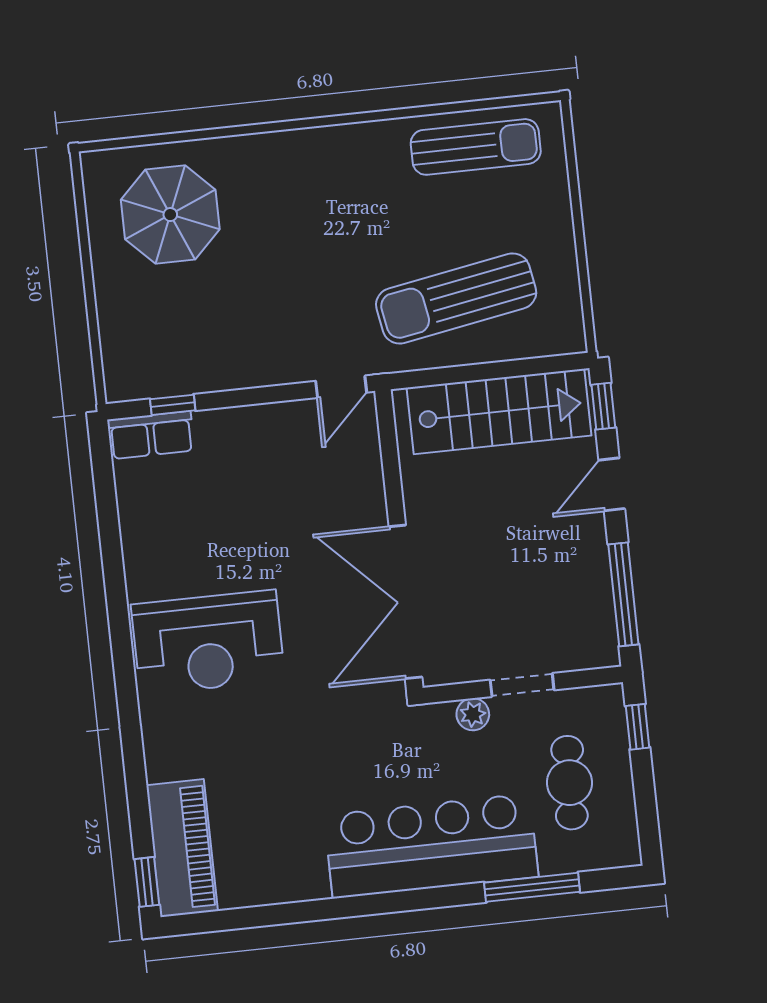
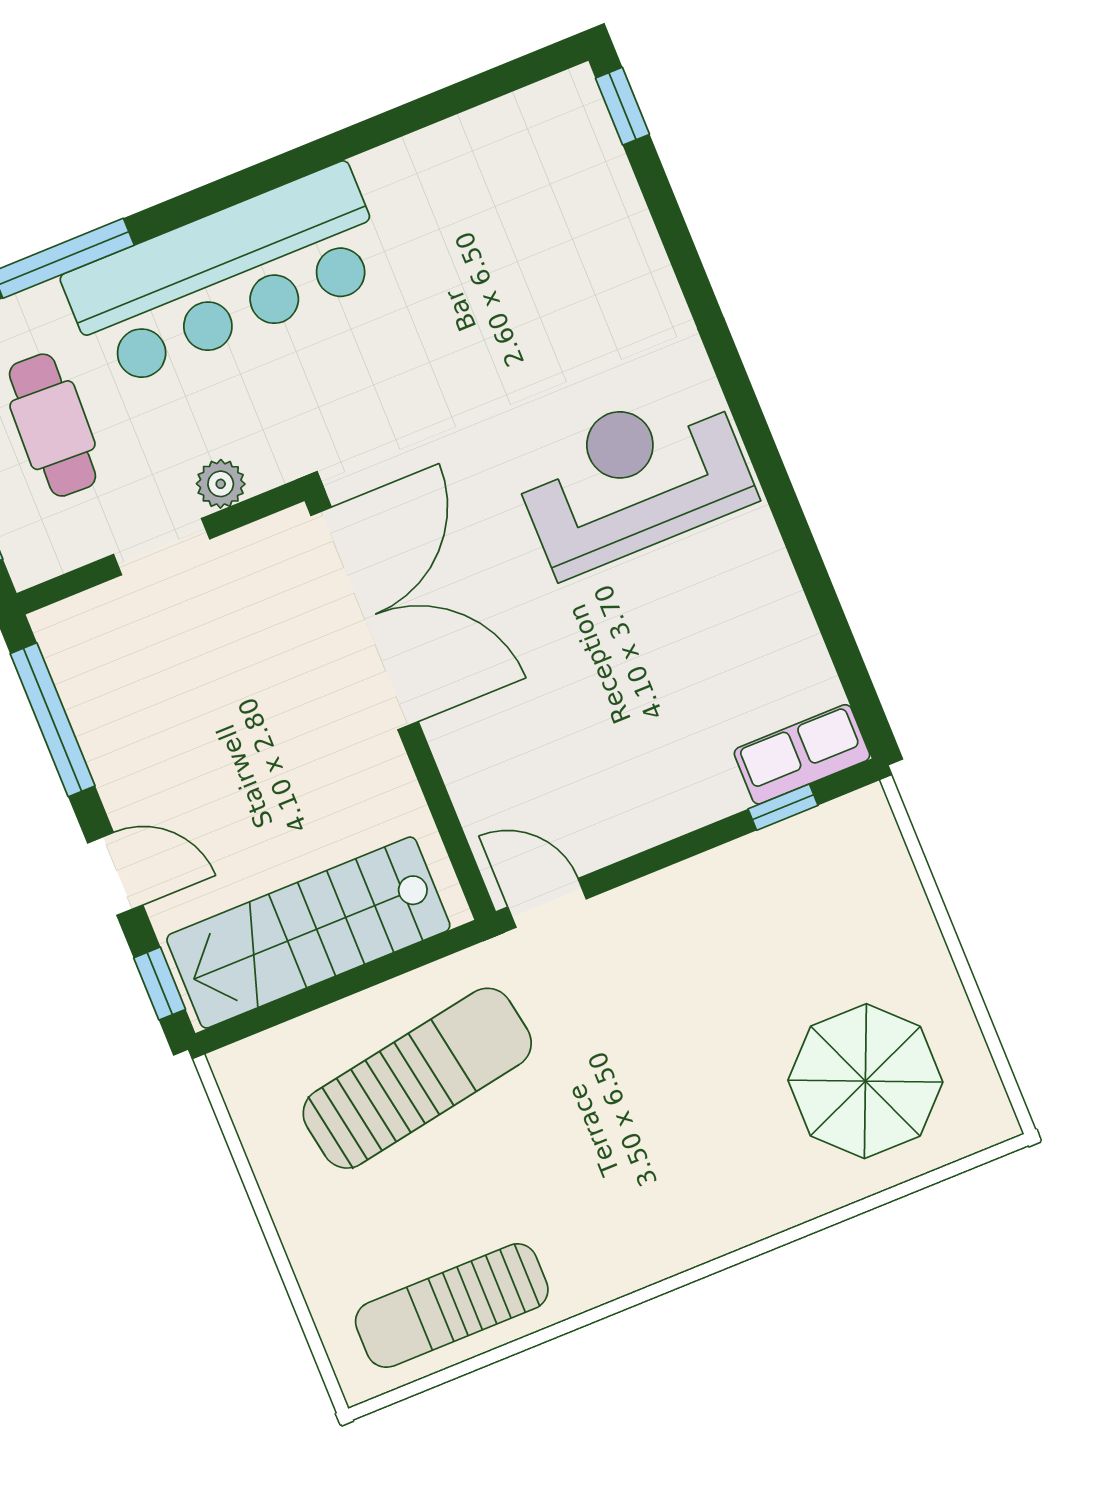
door: (341, 387) -> (547, 903), hinge flipped
door: (612, 484) -> (115, 874), hinge flipped
piano: (182, 848) -> (586, 170), removed

